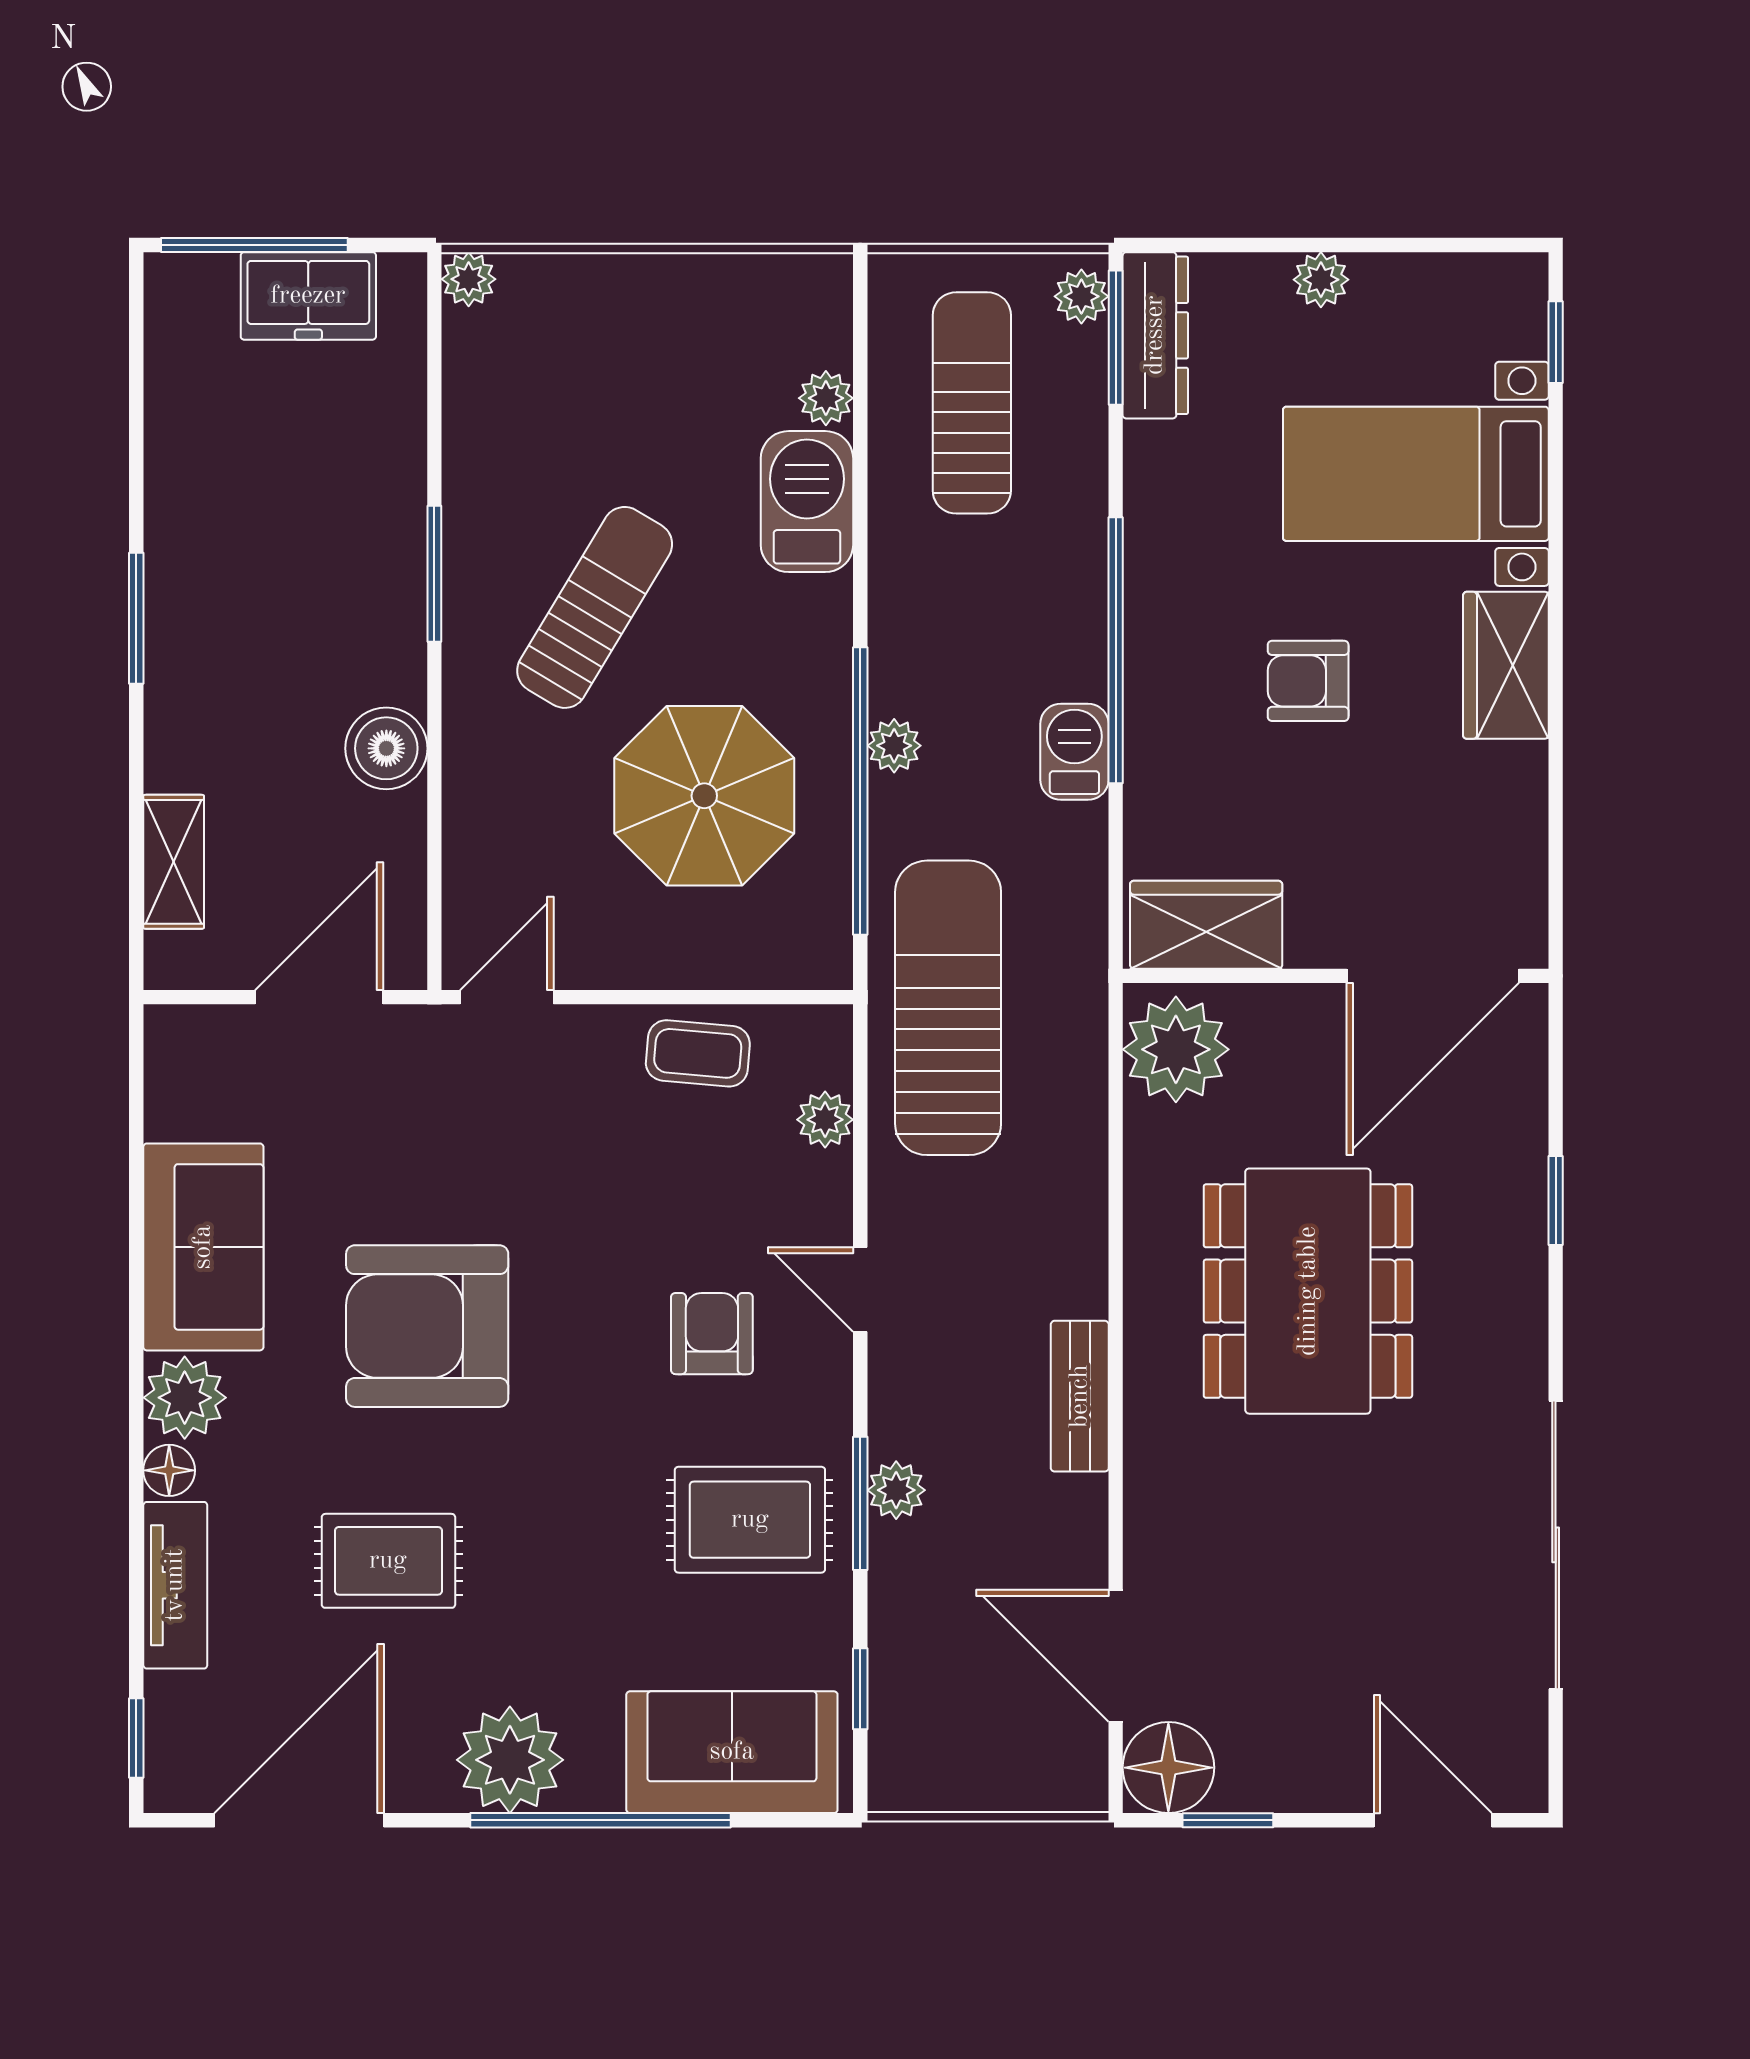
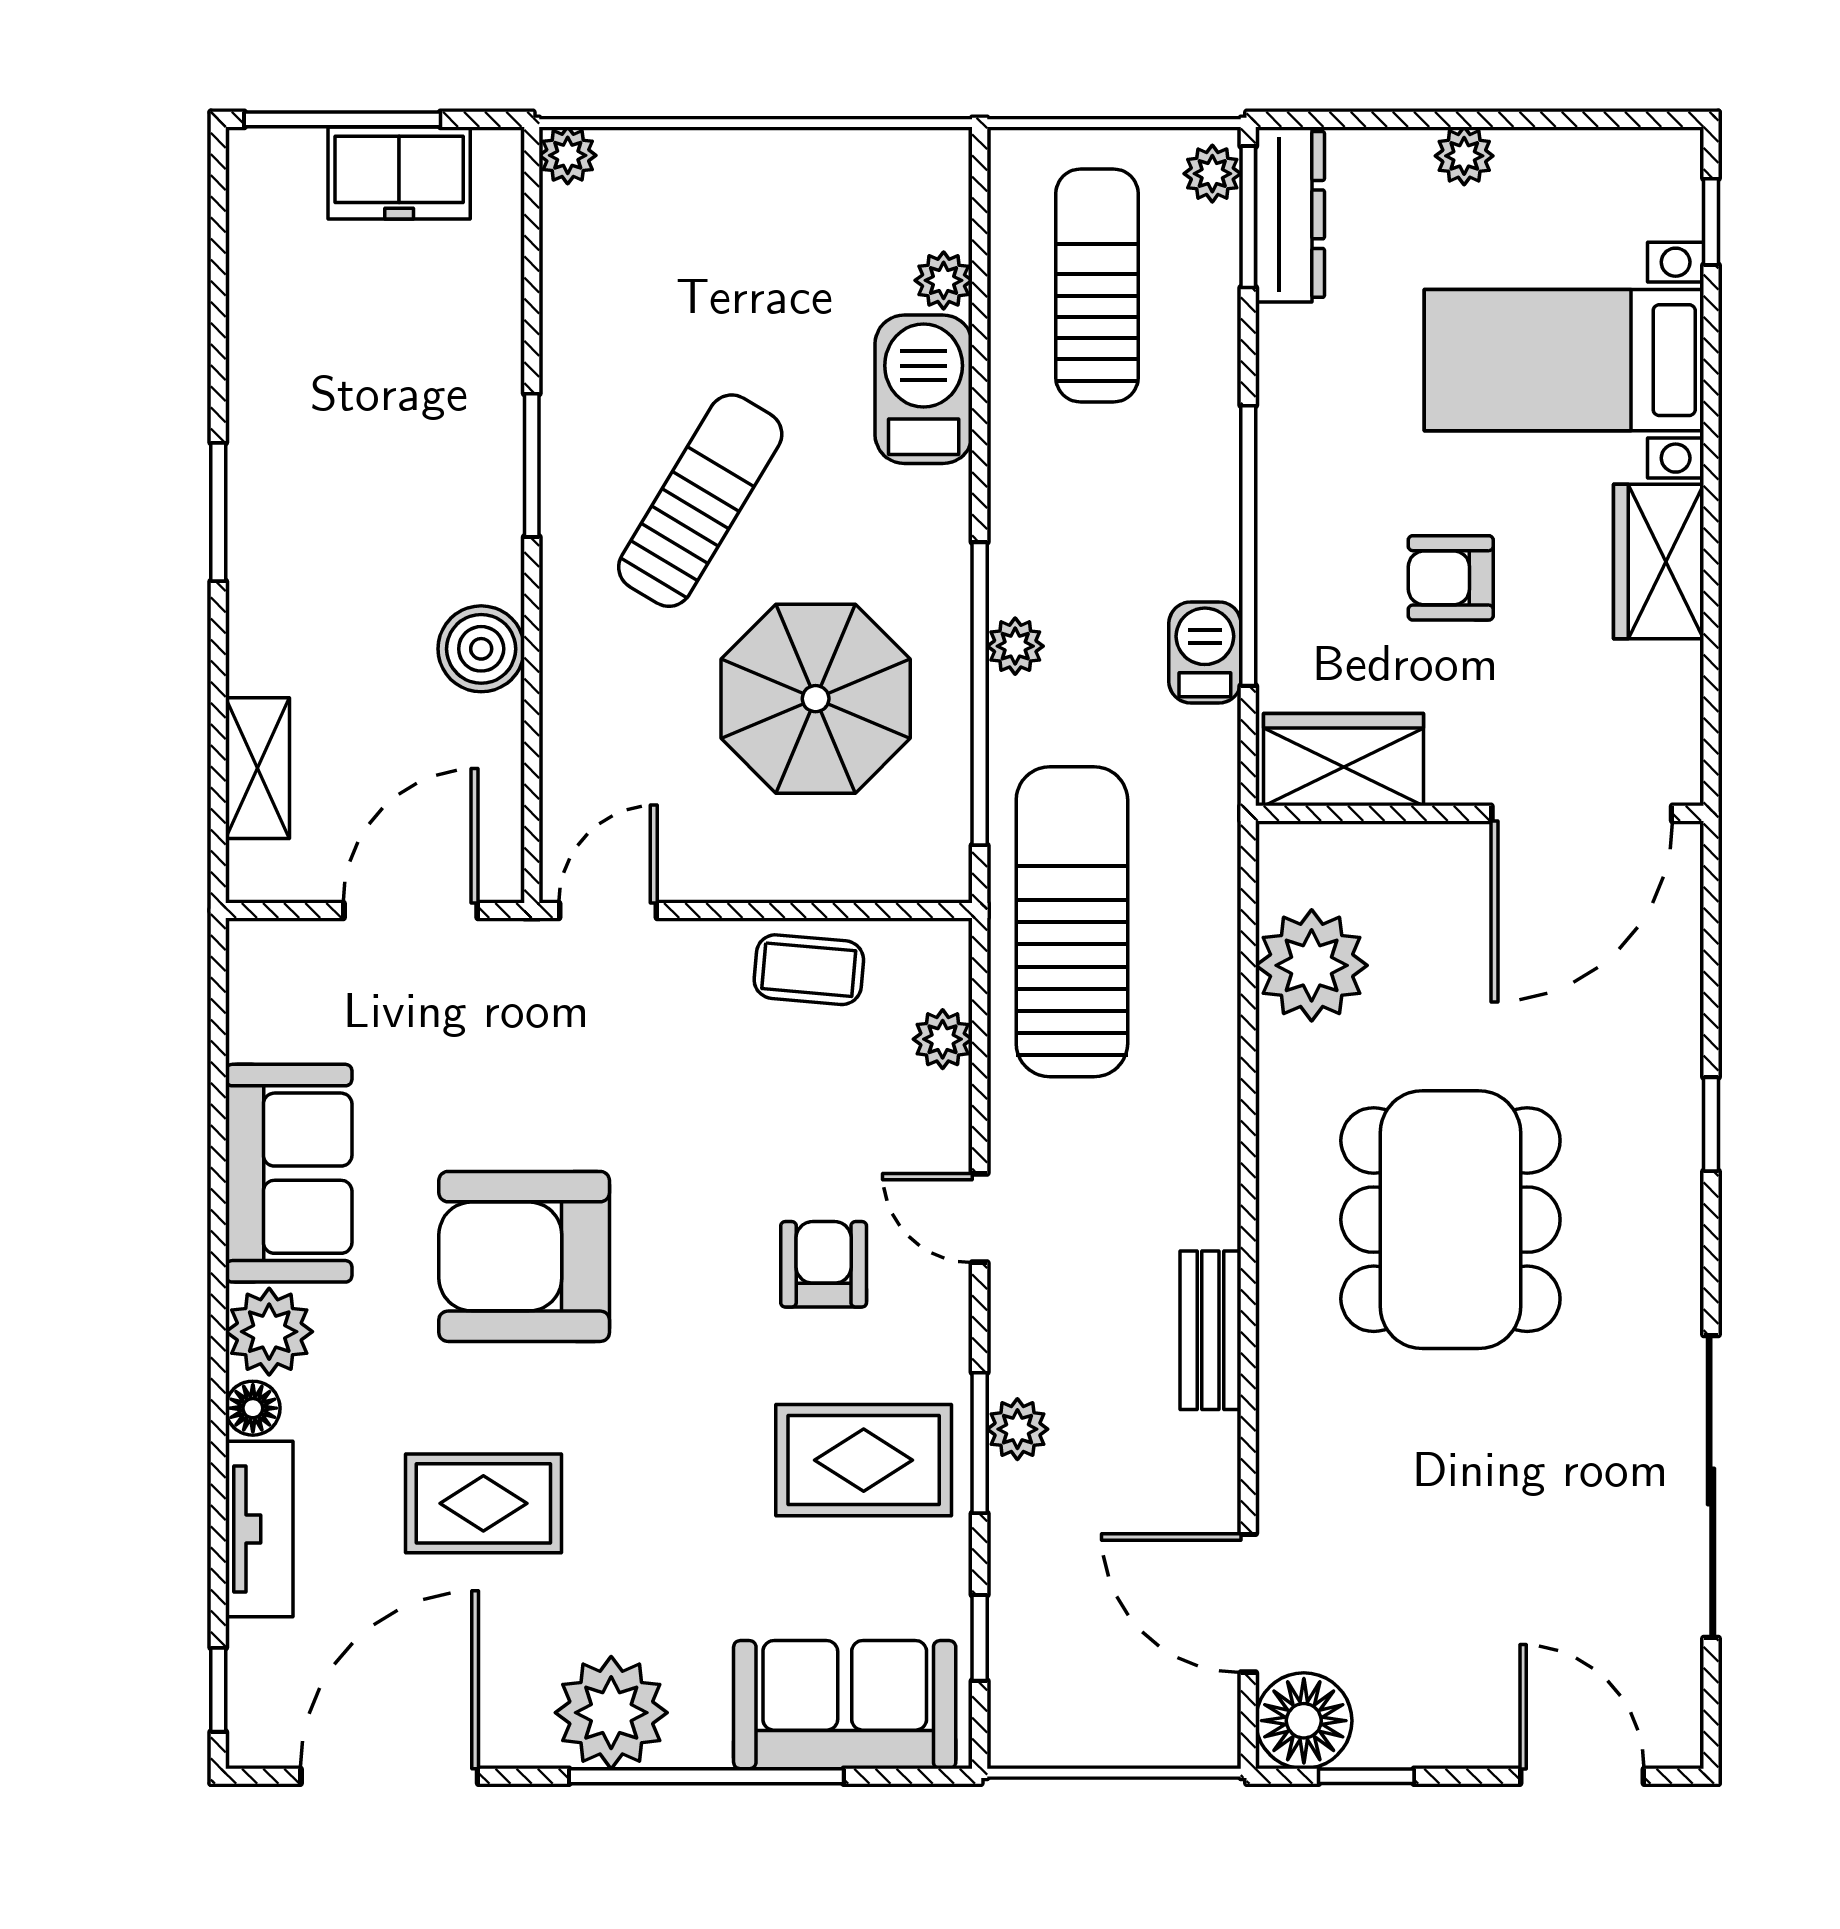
wardrobe: (1206, 925) -> (1343, 760), moved
wall: (1336, 976) -> (1480, 813), moved
door: (1433, 976) -> (1582, 813), moved

